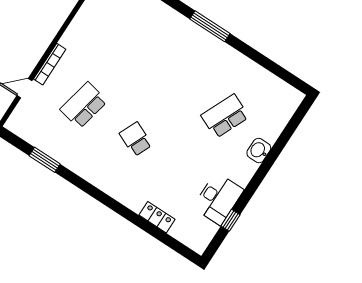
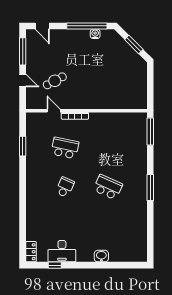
school desk: (225, 116) -> (108, 187), moved
locker: (157, 217) -> (31, 252), moved

